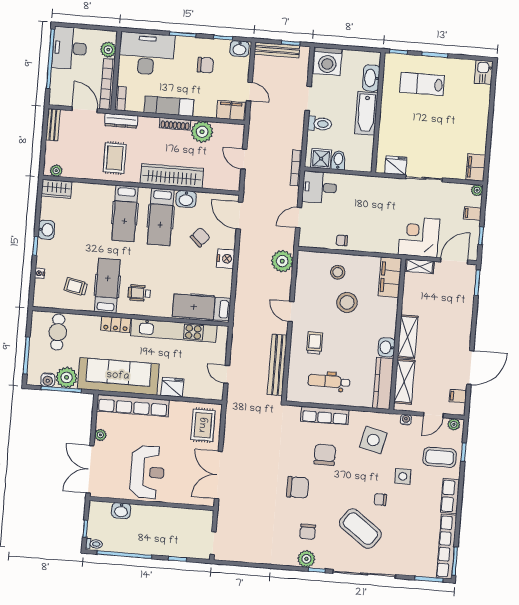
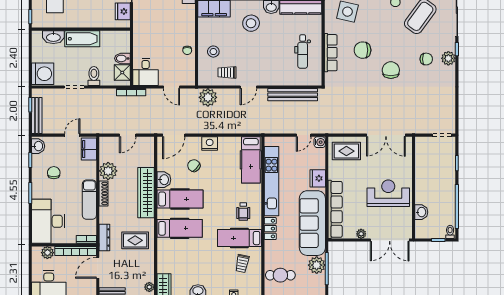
stool: (347, 302) -> (251, 23), moved
trolley: (315, 343) -> (227, 72), moved
water cooler: (48, 380) -> (320, 142), moved

